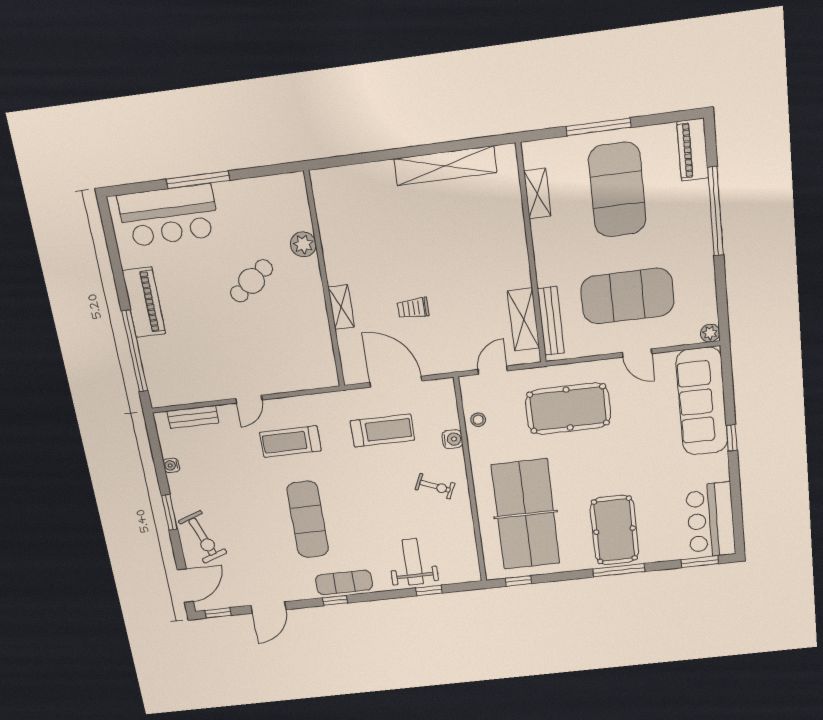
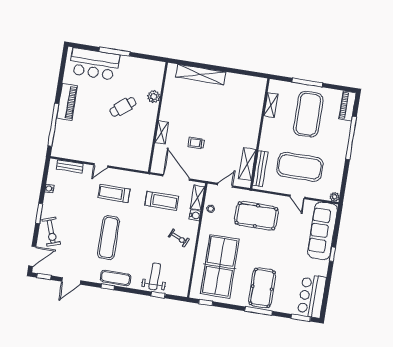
shelving: (445, 166) -> (201, 74), moved
shelving: (447, 407) -> (197, 198), added

